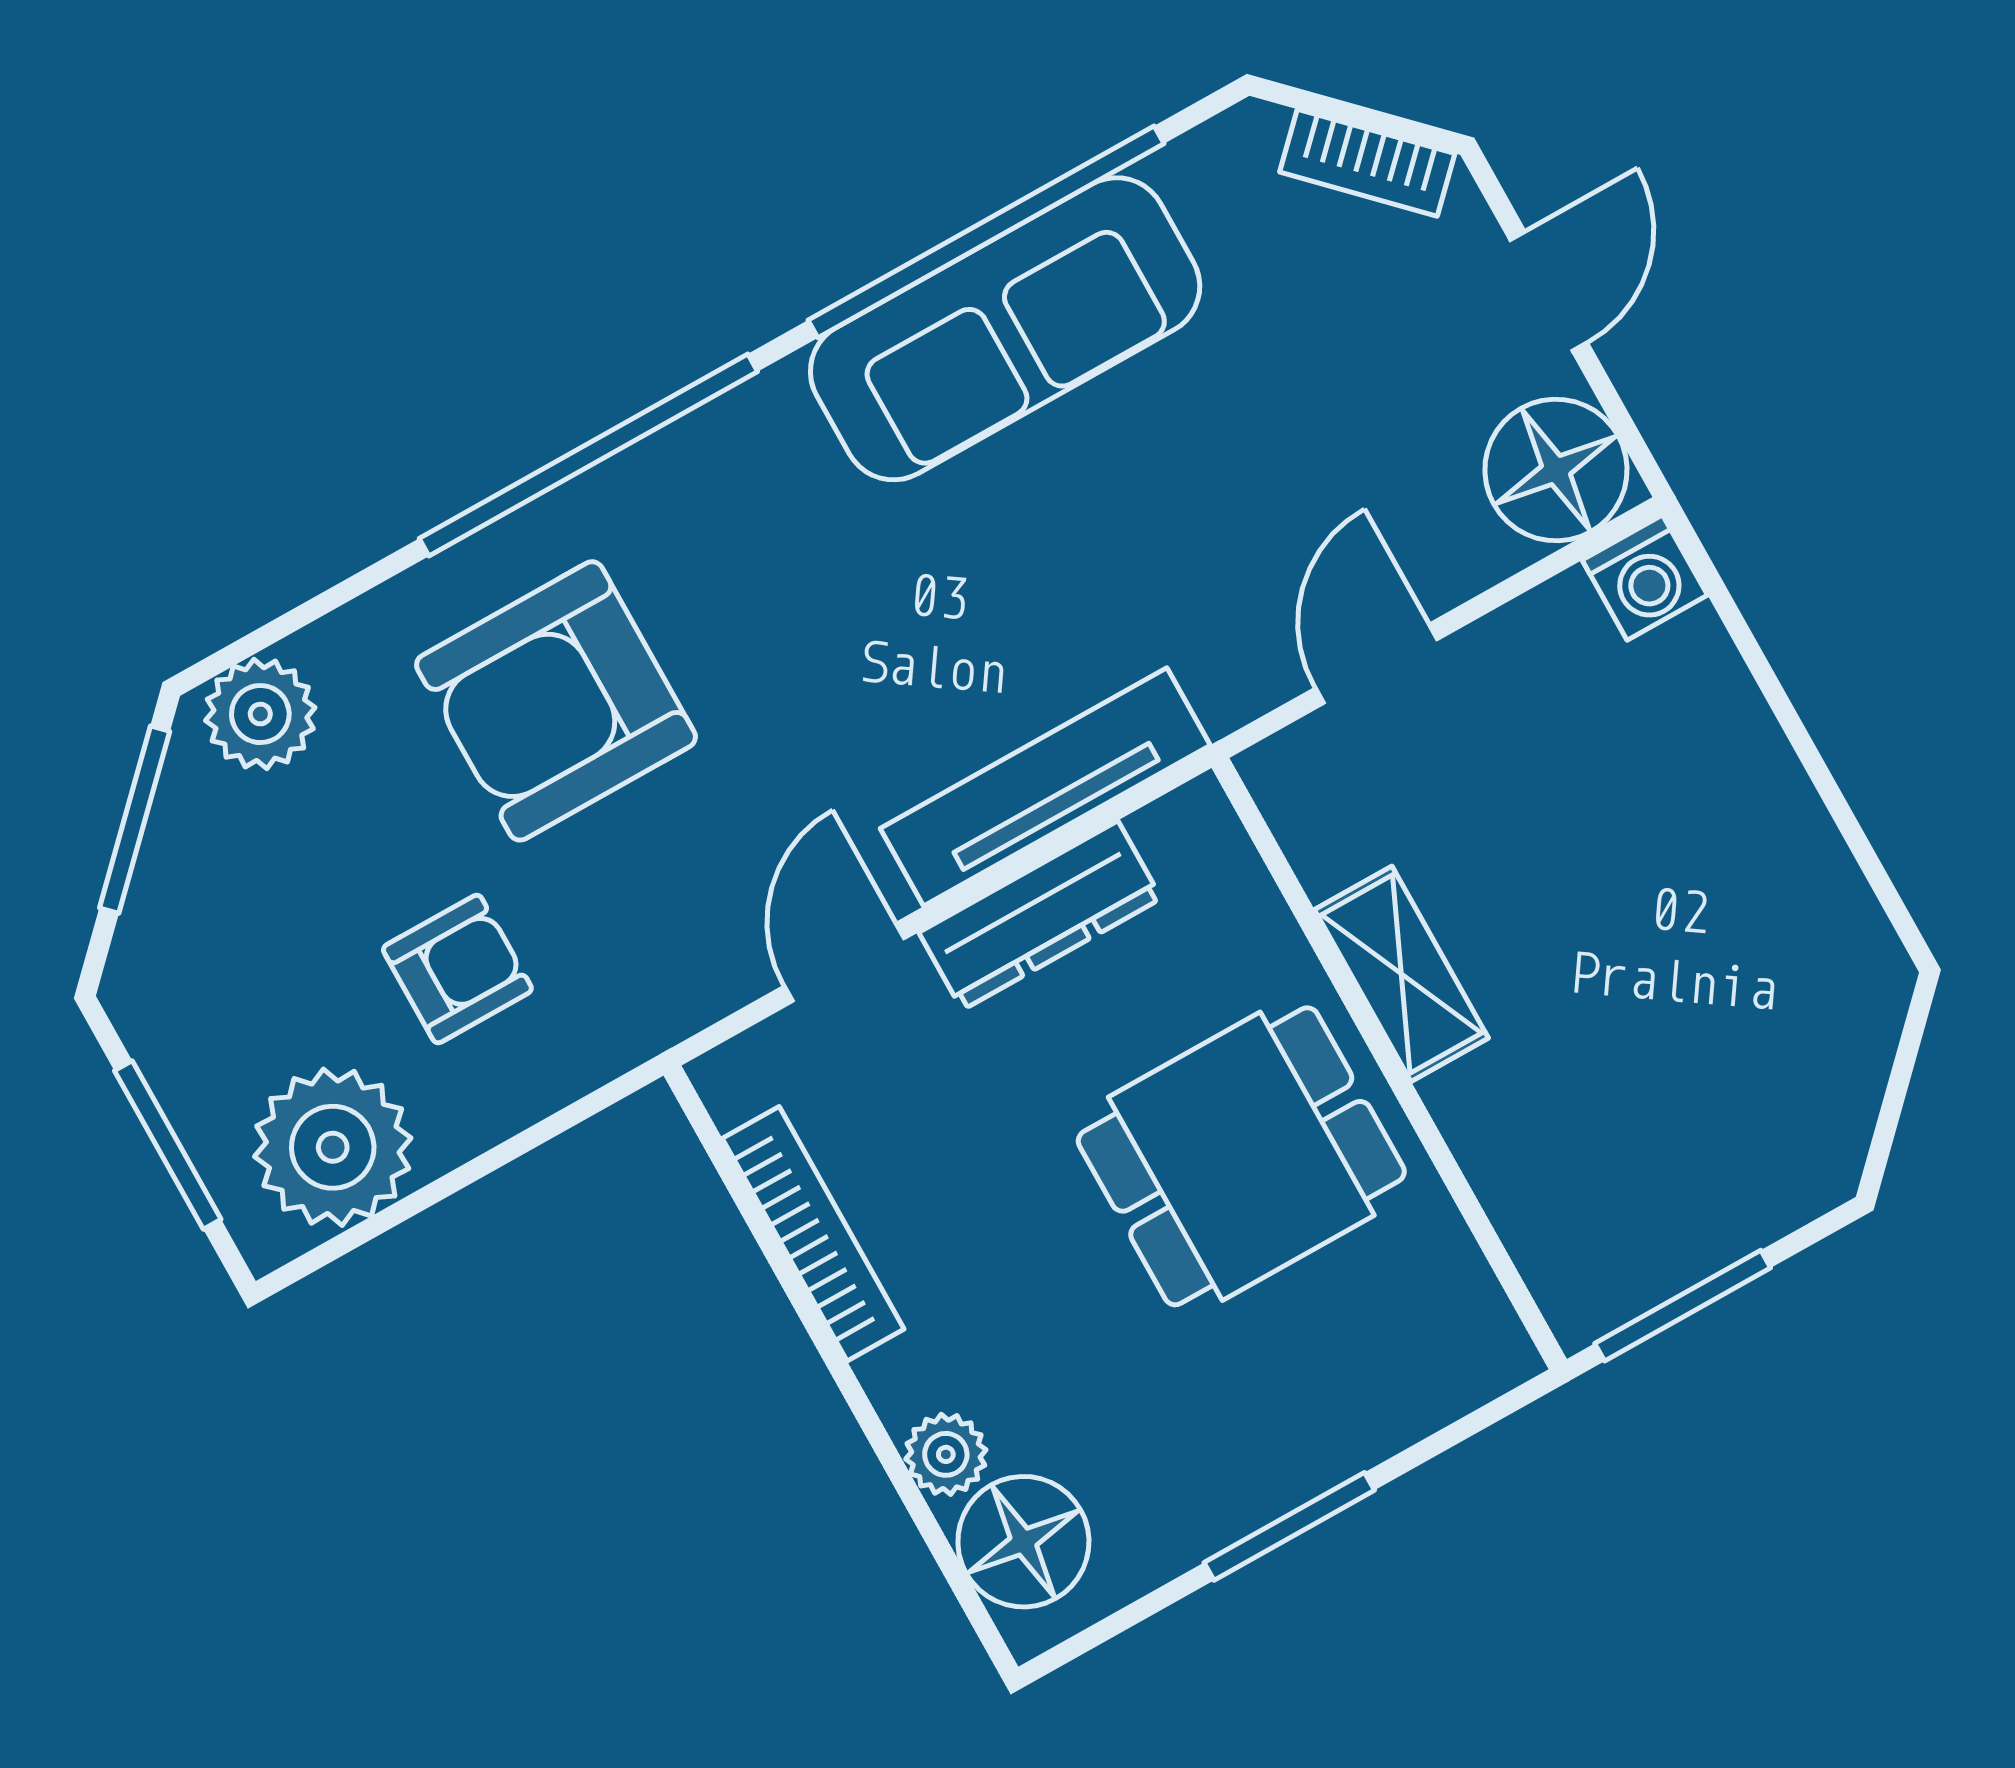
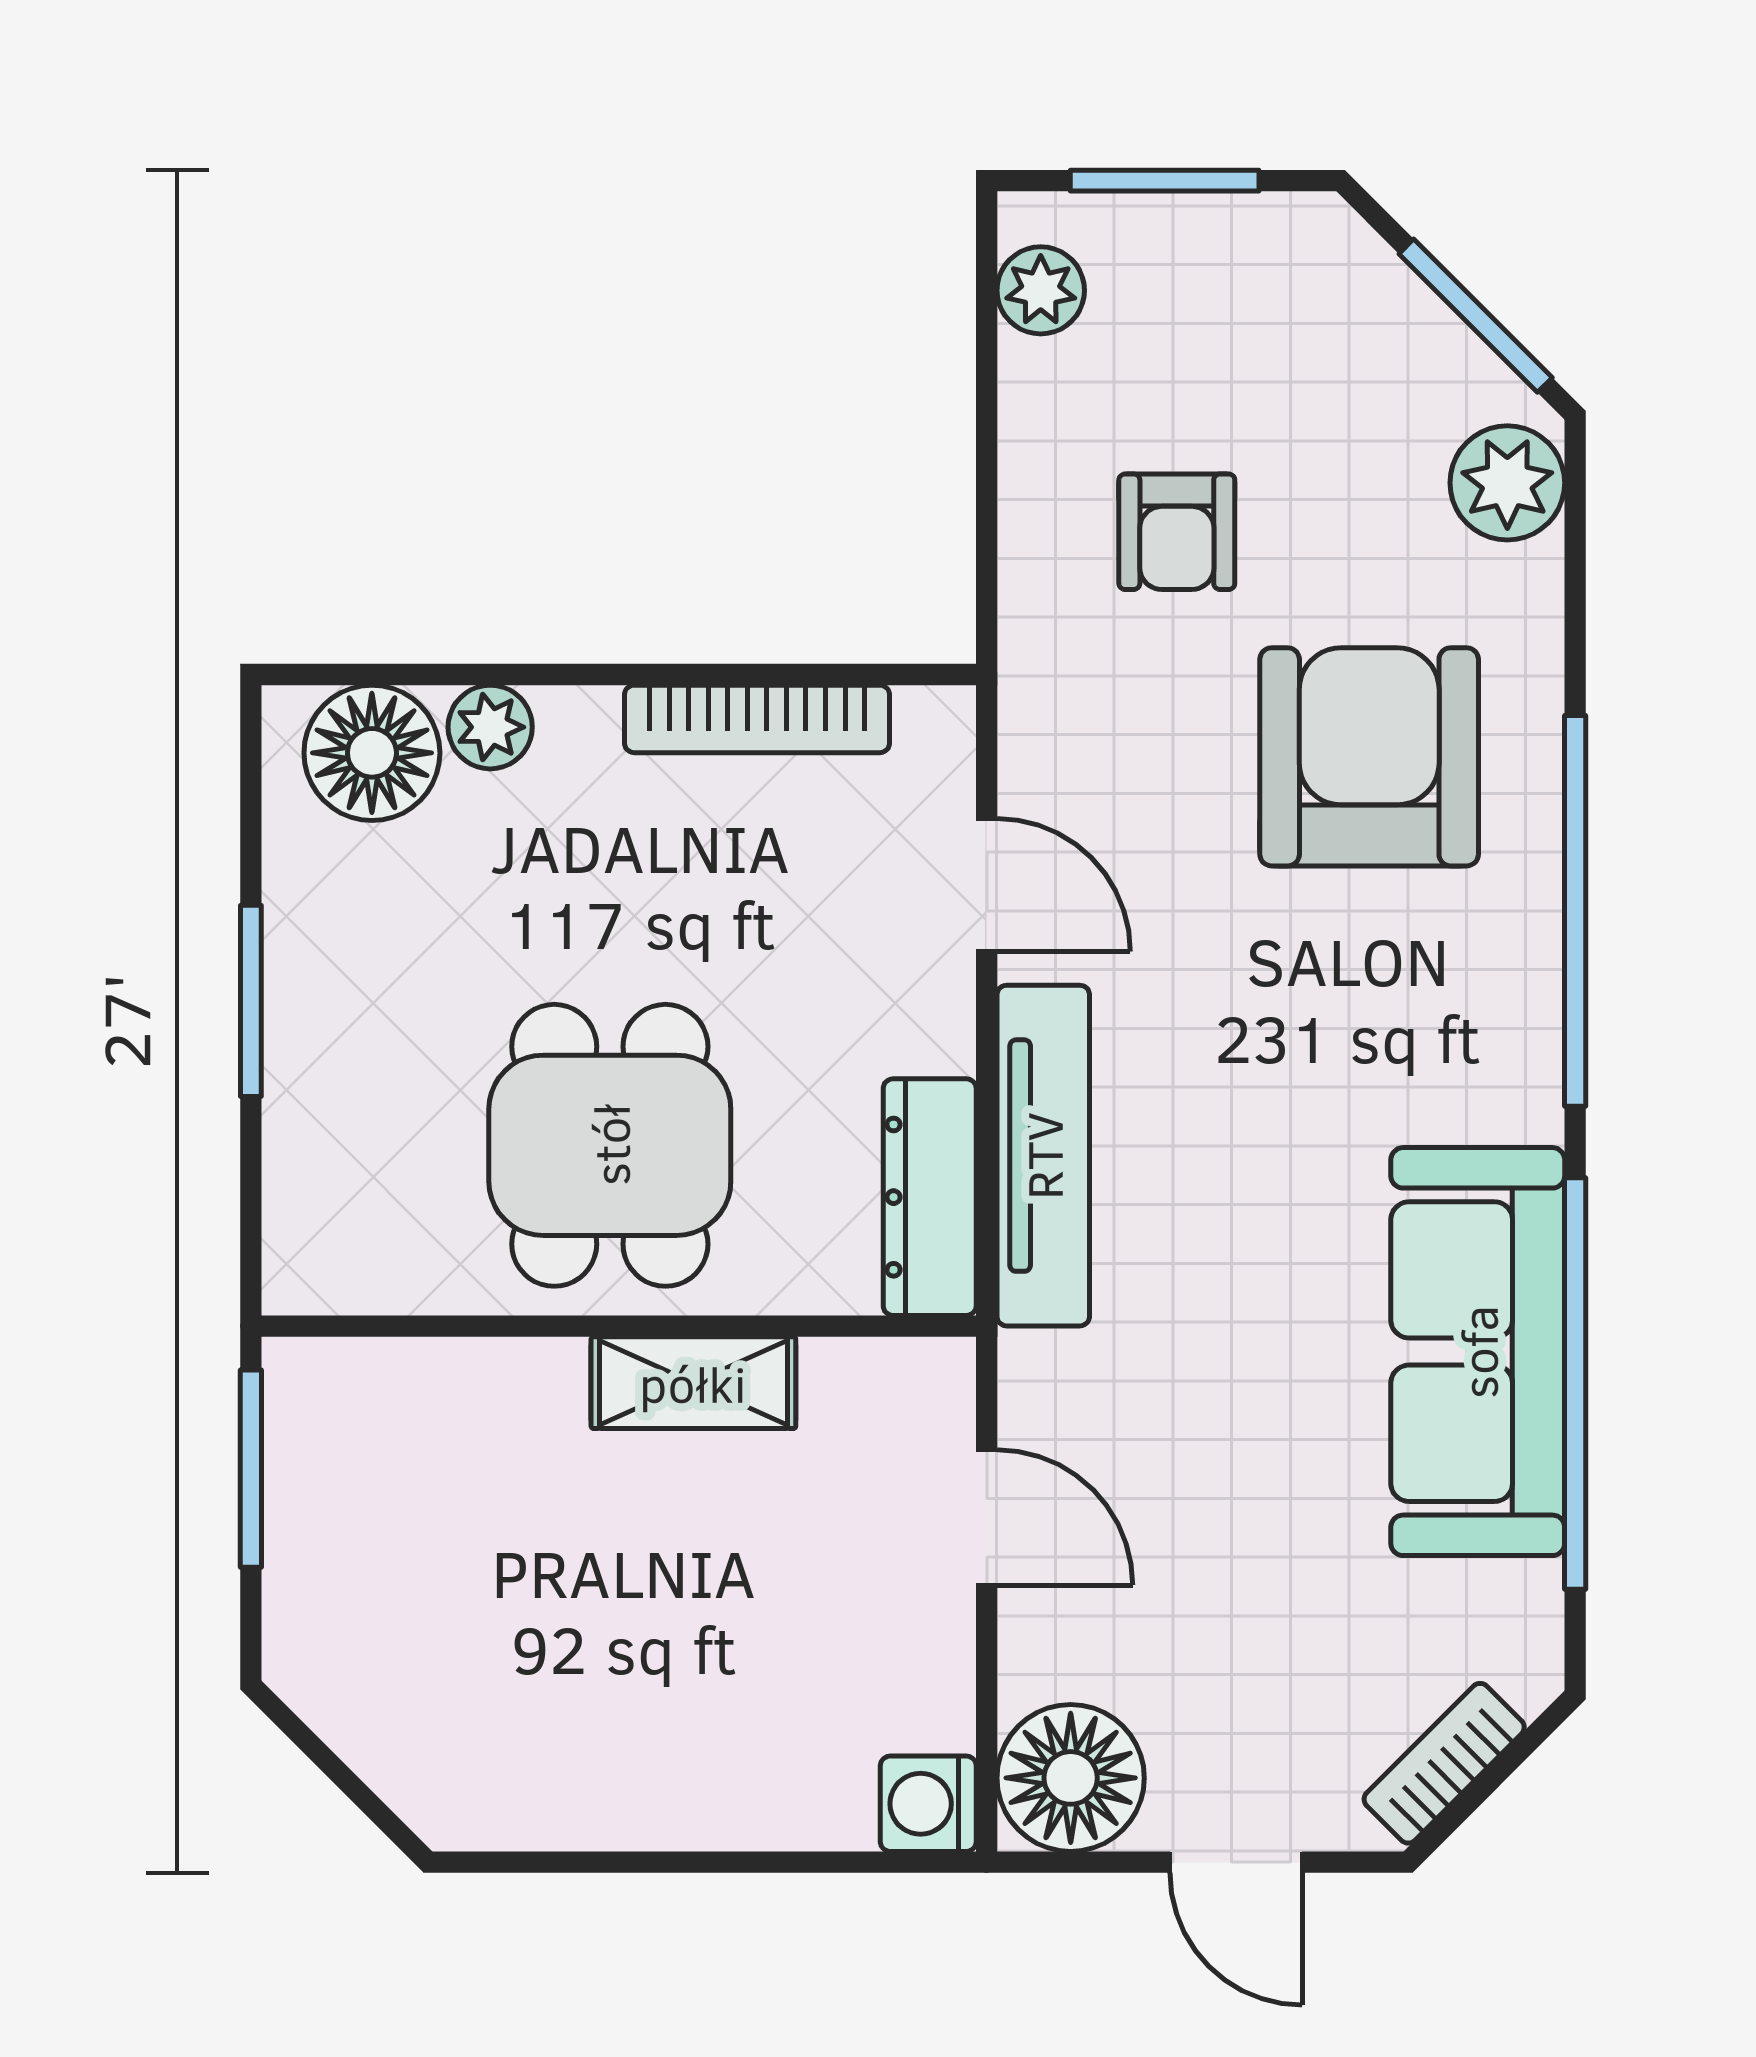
dresser: (1040, 915) -> (930, 1197), moved
plant: (333, 1147) -> (1041, 290), width x0.53, depth x0.53

